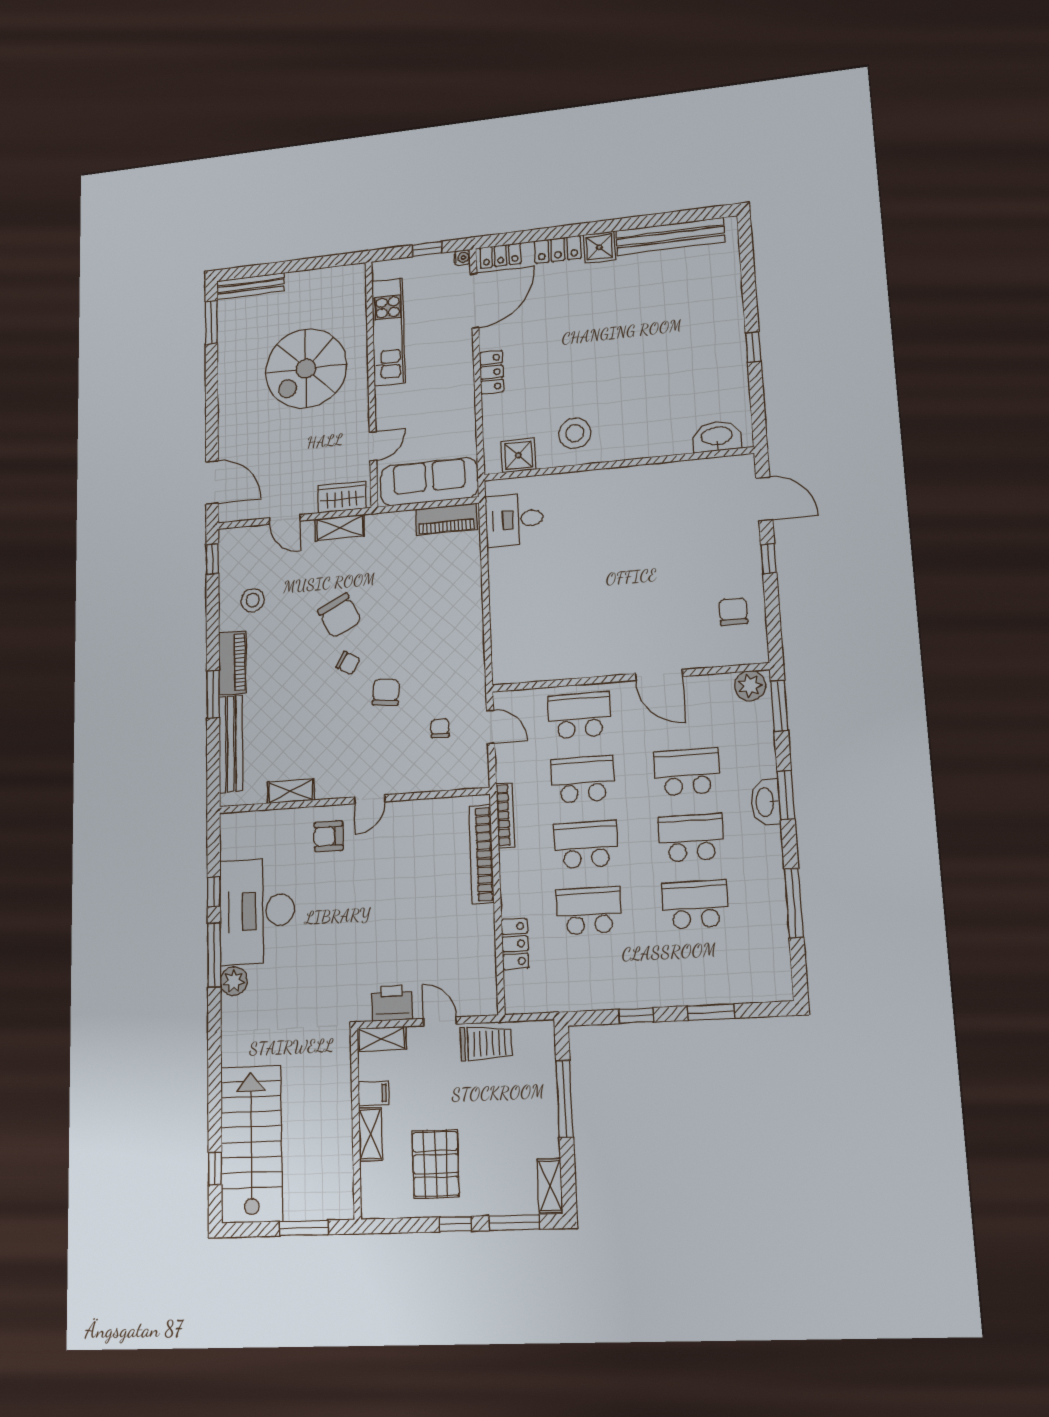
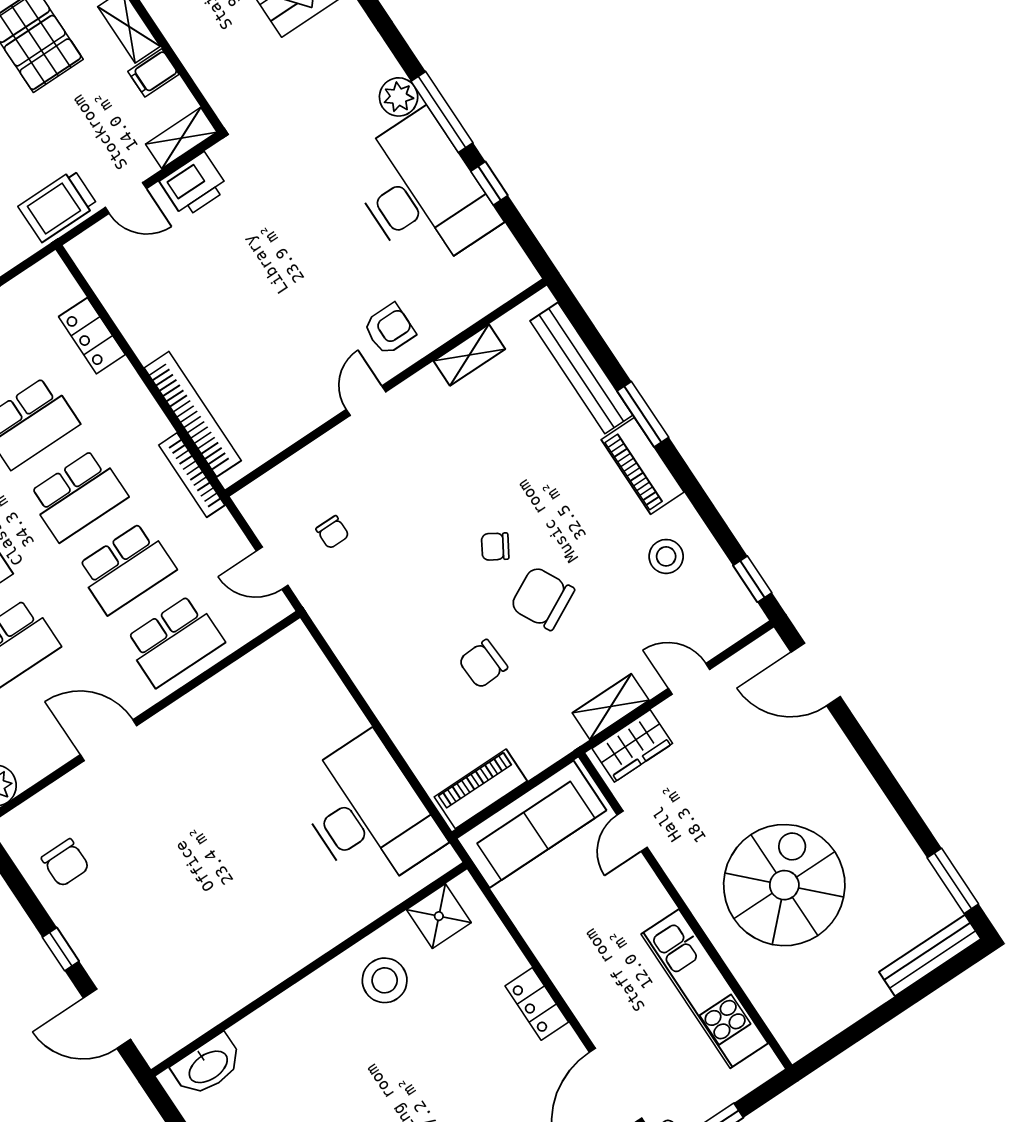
desk: (514, 519) -> (368, 813), width x1.87, depth x1.30
chair: (386, 692) -> (483, 664), moved, turned 82

